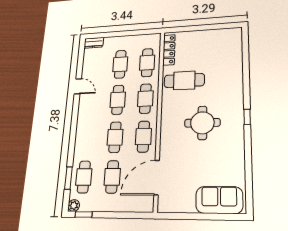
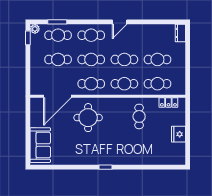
fridge: (206, 37) -> (178, 134), added
locker: (169, 50) -> (168, 102), width x0.66
cafe table: (184, 80) -> (139, 116), width x0.73, depth x0.74
door: (78, 86) -> (120, 22), moved
round table: (202, 123) -> (88, 118), moved
cafe table: (87, 138) -> (91, 35), added
door: (157, 178) -> (57, 96), swing flipped

